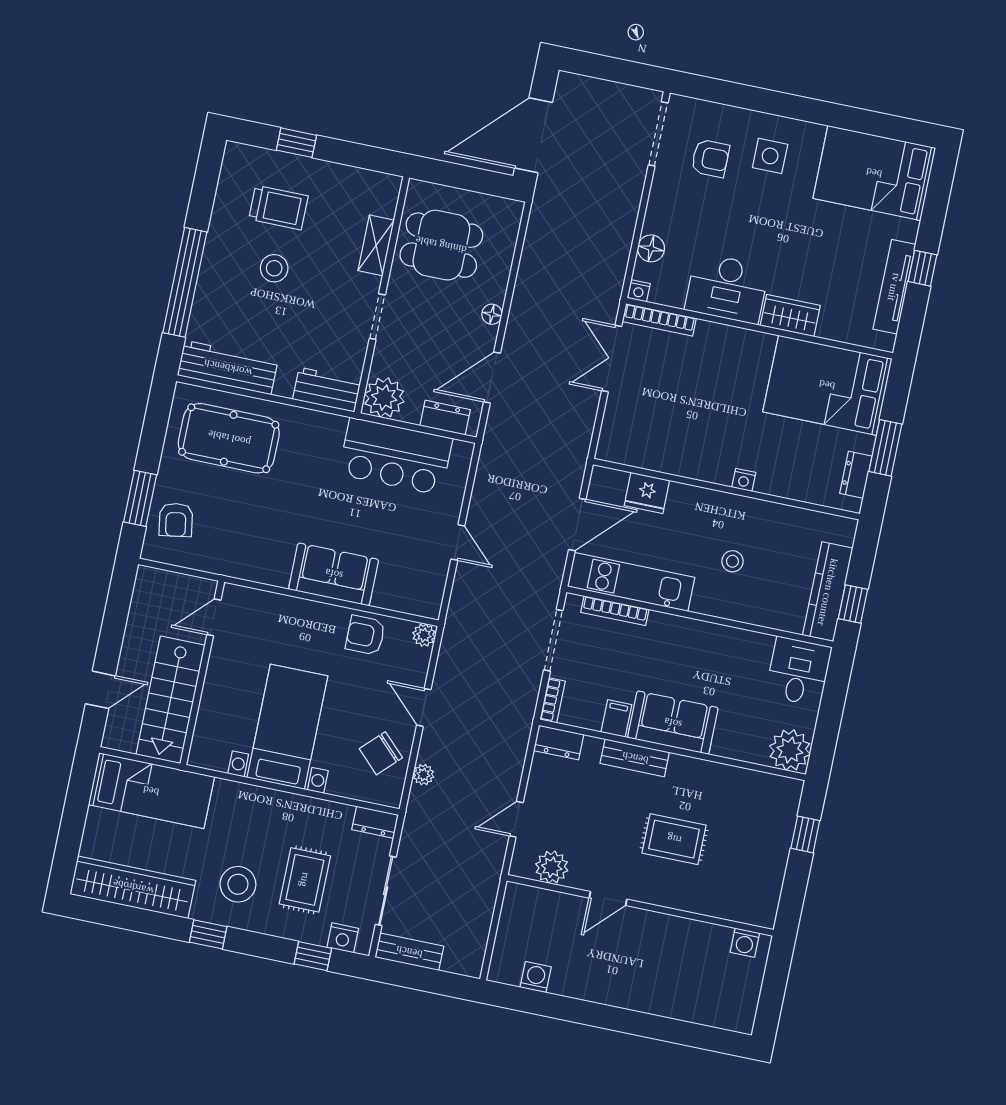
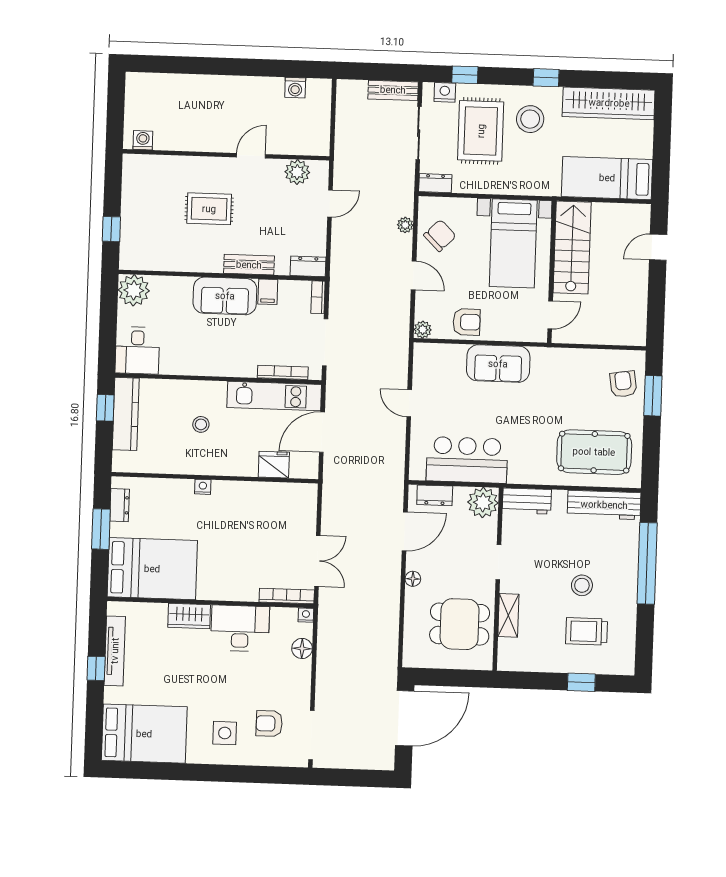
door: (214, 617) -> (550, 315), moved
wall: (202, 673) -> (552, 272), moved
stairs: (170, 700) -> (572, 247), moved
rug: (305, 880) -> (481, 131), width x1.36, depth x1.43

